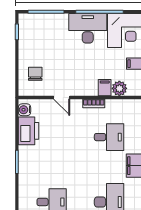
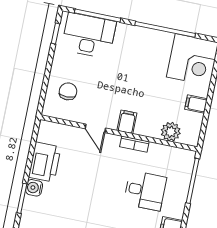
desk: (88, 28) -> (89, 36), moved
filing cabinet: (105, 88) -> (127, 122), moved
water cooler: (25, 110) -> (34, 188), moved

